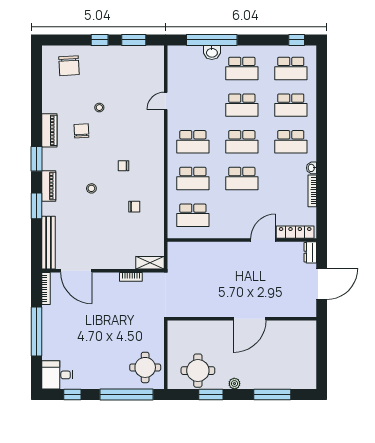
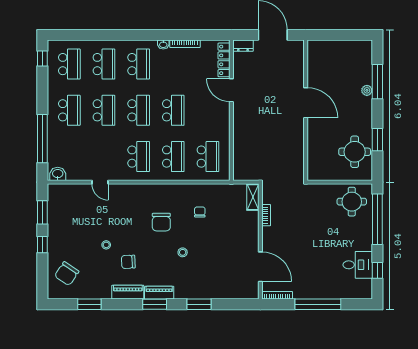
washbasin: (212, 52) -> (58, 174), moved, turned -90
chair: (69, 66) -> (67, 274), turned 127
window: (36, 90) -> (89, 304), added
chair: (123, 166) -> (161, 222), width x1.87, depth x1.87
piano: (49, 186) -> (159, 293), moved
bench: (48, 243) -> (234, 293), removed
door: (76, 271) -> (260, 267), hinge flipped
desk: (57, 375) -> (358, 265), moved, turned -90
plant: (234, 384) -> (367, 90), moved

